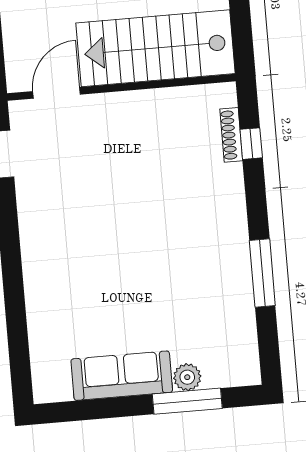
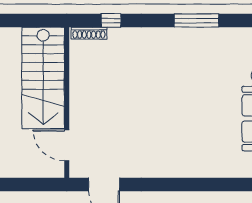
shoe rack: (231, 135) -> (89, 33), moved

